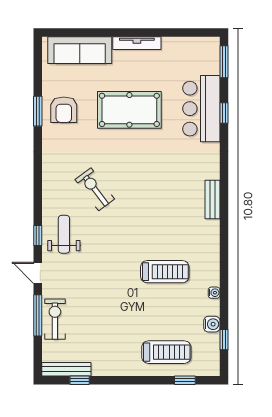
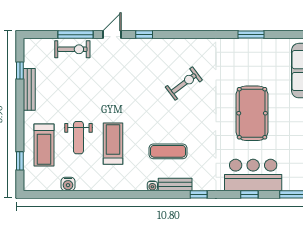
armchair: (64, 110) -> (252, 57), removed
exercise mat: (174, 208) -> (168, 151), added
weight bench: (64, 234) -> (78, 138), moved, turned 90
treadmill: (165, 272) -> (113, 144), turned 180
water cooler: (214, 293) -> (152, 186), moved
window: (224, 340) -> (199, 194), moved
bench: (66, 369) -> (29, 89), moved

